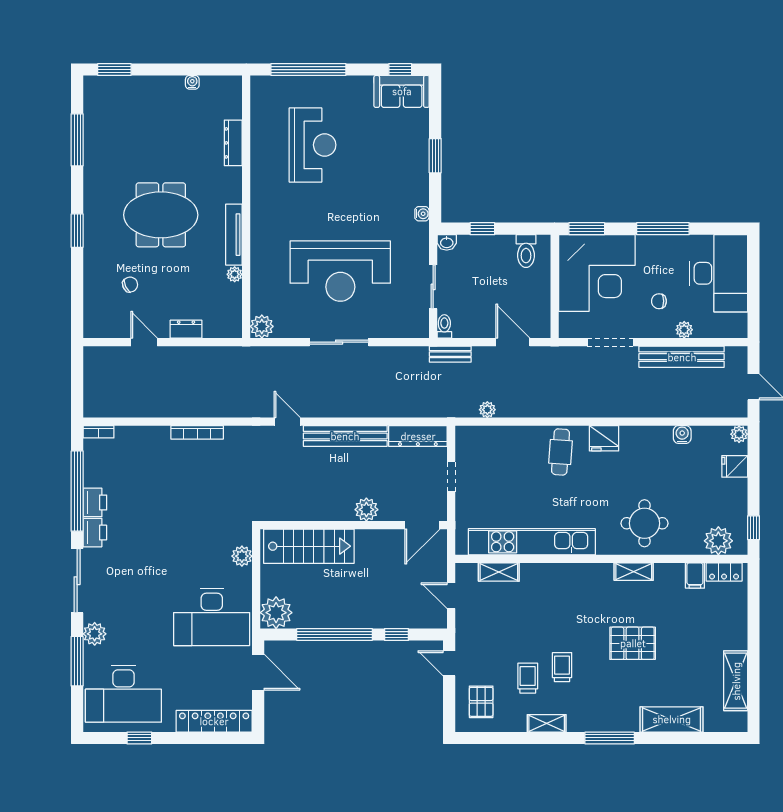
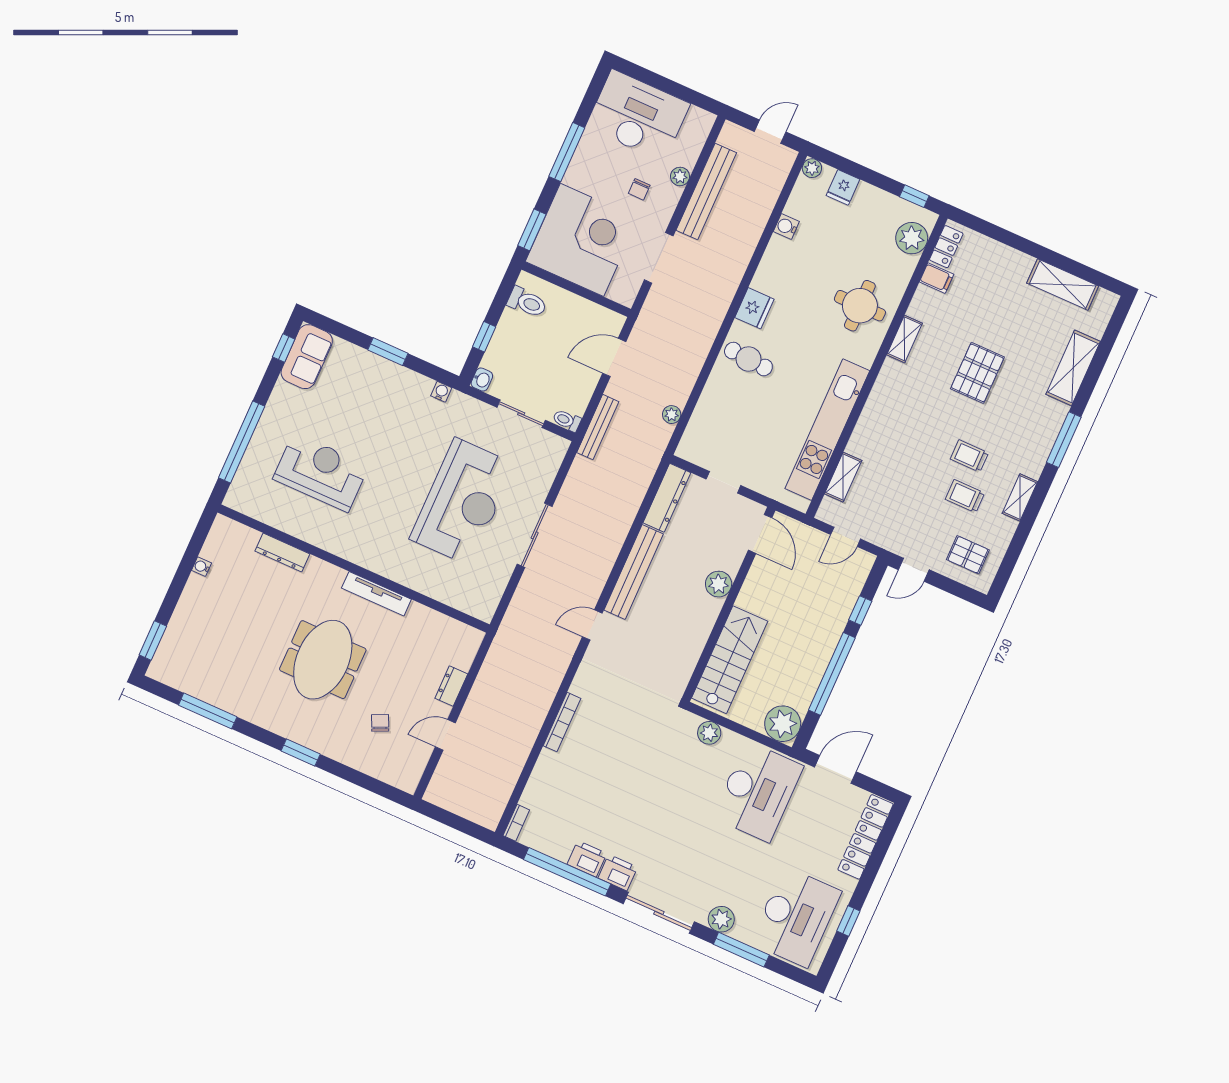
plant: (235, 274) -> (417, 611), removed
plant: (262, 326) -> (483, 607), removed
bench: (450, 354) -> (598, 427), width x1.36

